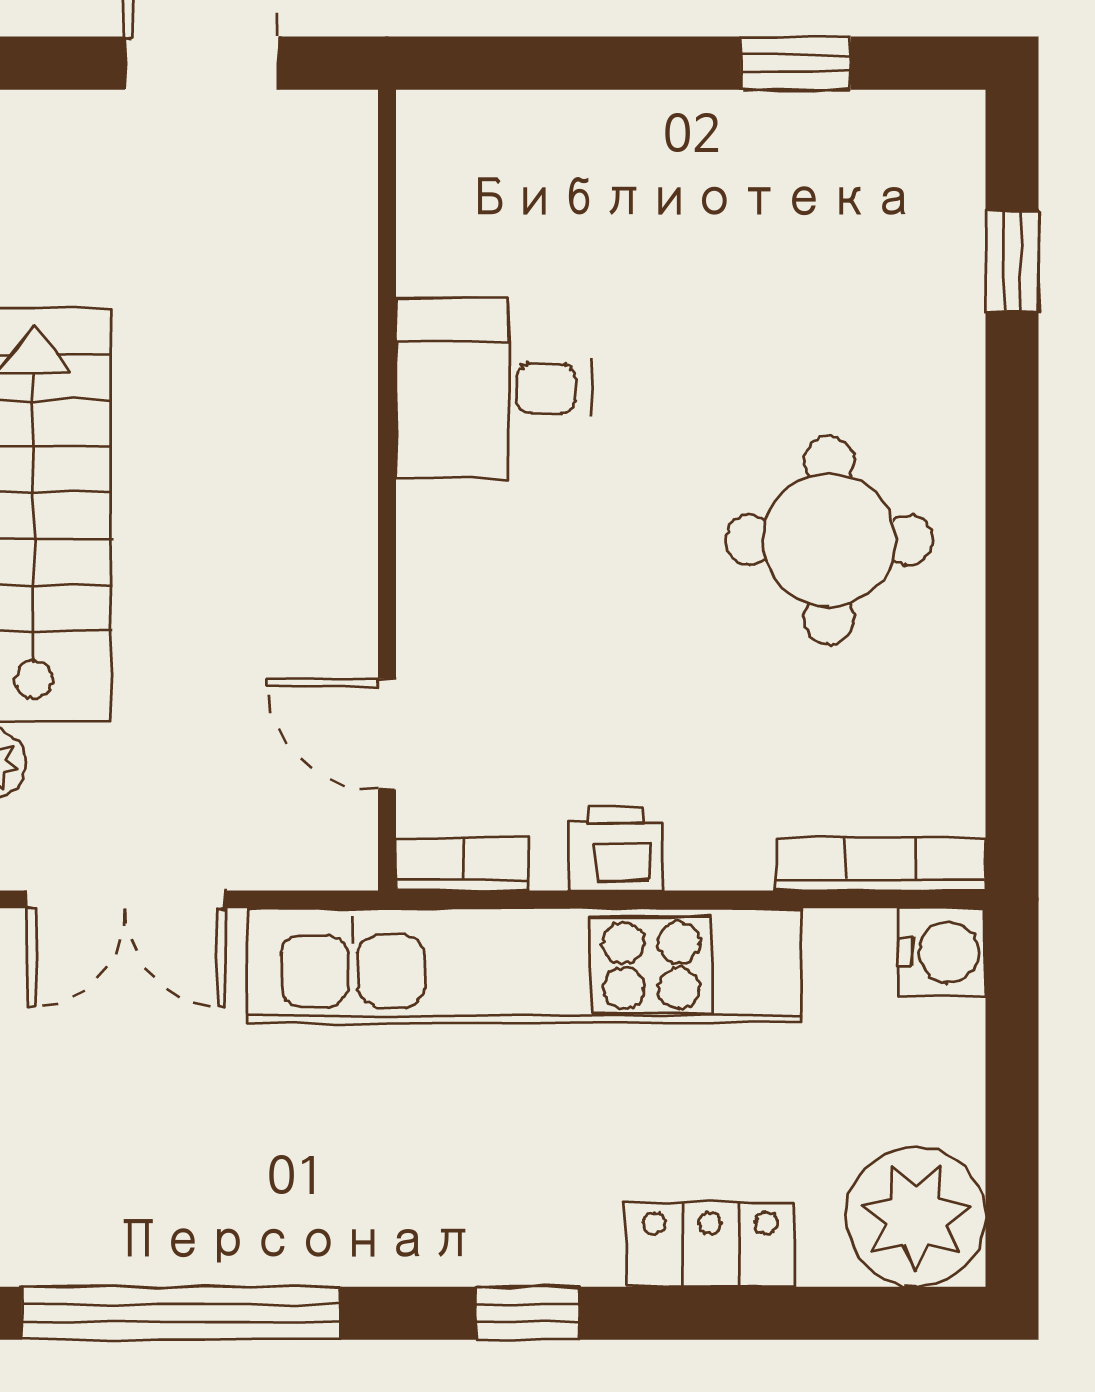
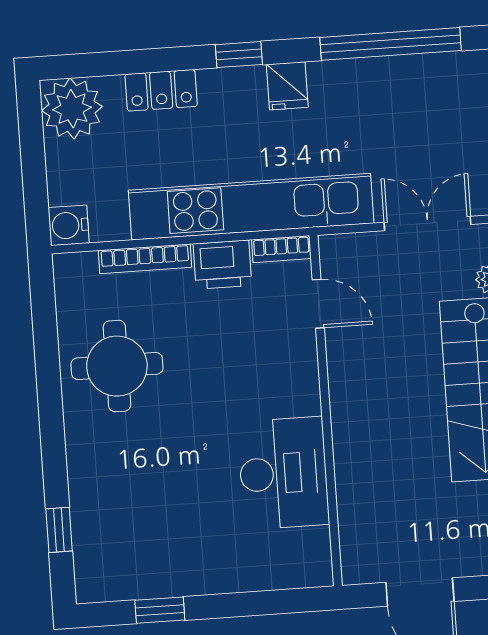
desk: (493, 388) -> (283, 473), width x1.37
round table: (829, 540) -> (117, 366), moved
printer: (615, 848) -> (222, 265), width x1.36, depth x1.24
bookcase: (881, 864) -> (145, 259), moved
fridge: (423, 1234) -> (287, 86), added

